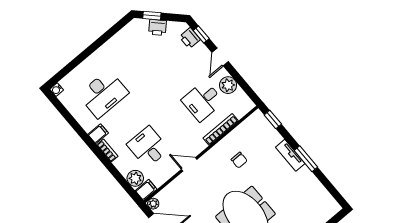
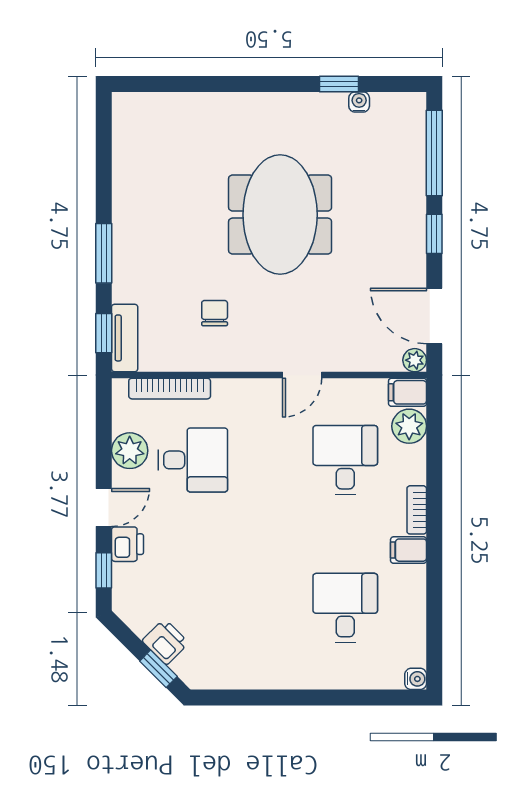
printer: (190, 38) -> (127, 544), moved
desk: (103, 94) -> (345, 608), width x0.73
bookcase: (221, 129) -> (170, 389), moved
desk: (148, 147) -> (345, 460), turned 180
tv unit: (290, 155) -> (125, 338), moved
window: (306, 159) -> (104, 253), moved
door: (189, 164) -> (302, 375), hinge flipped

